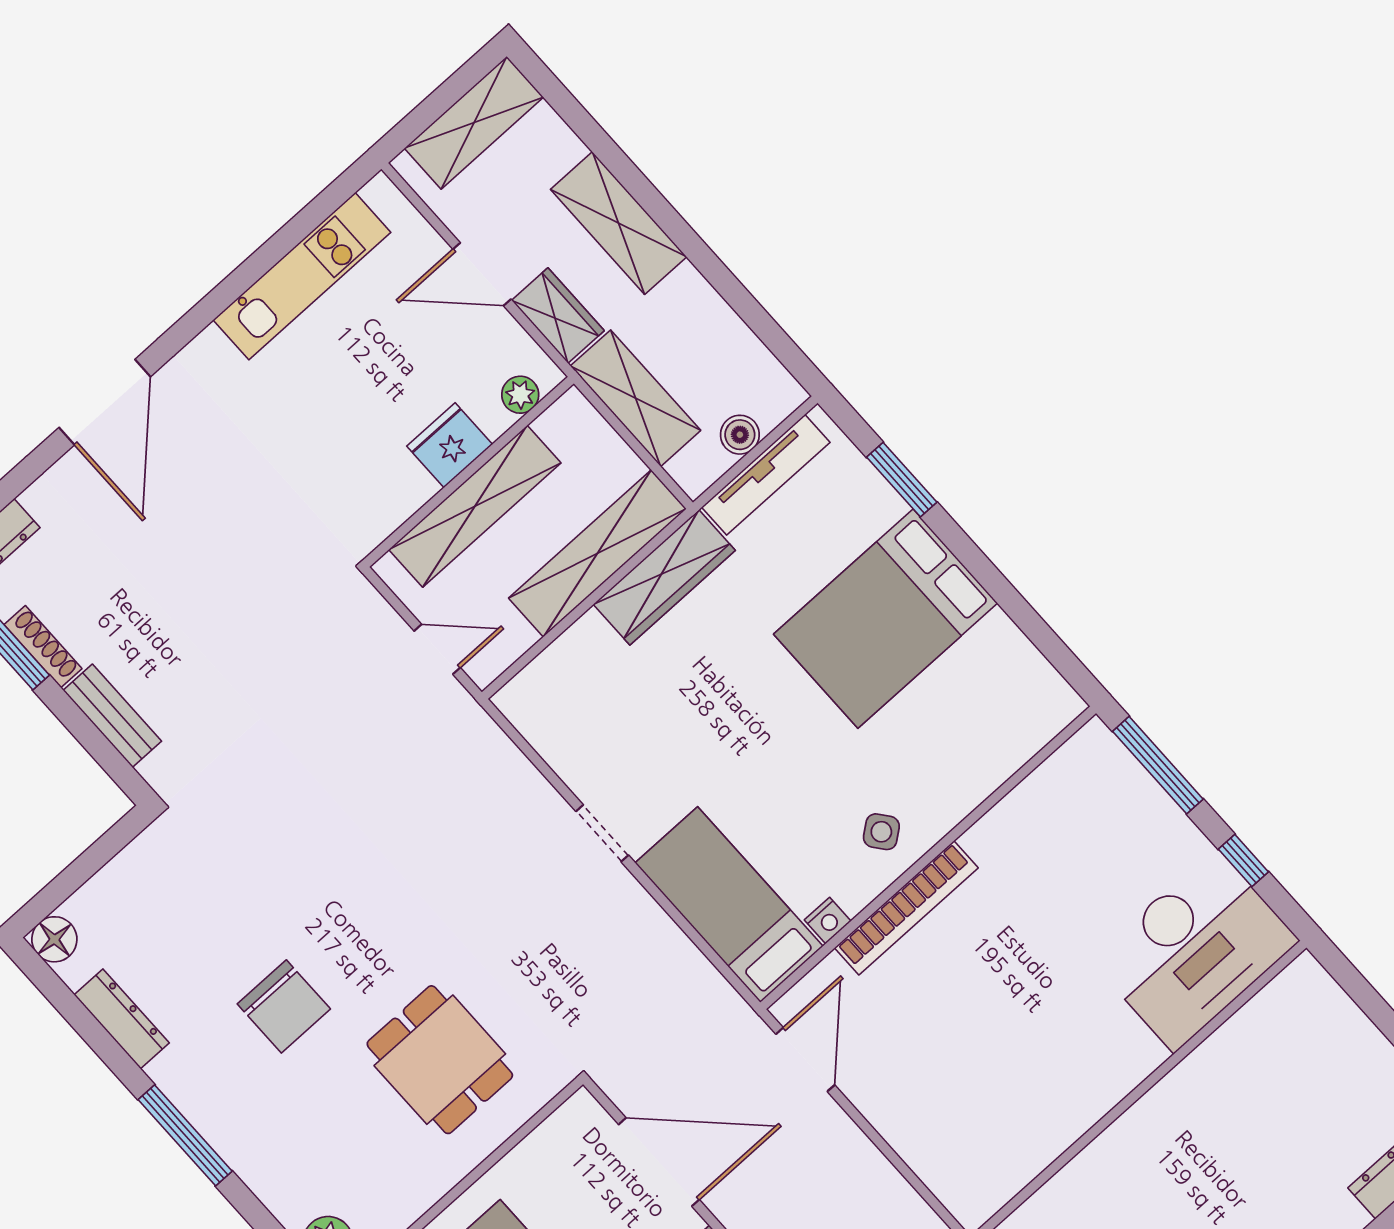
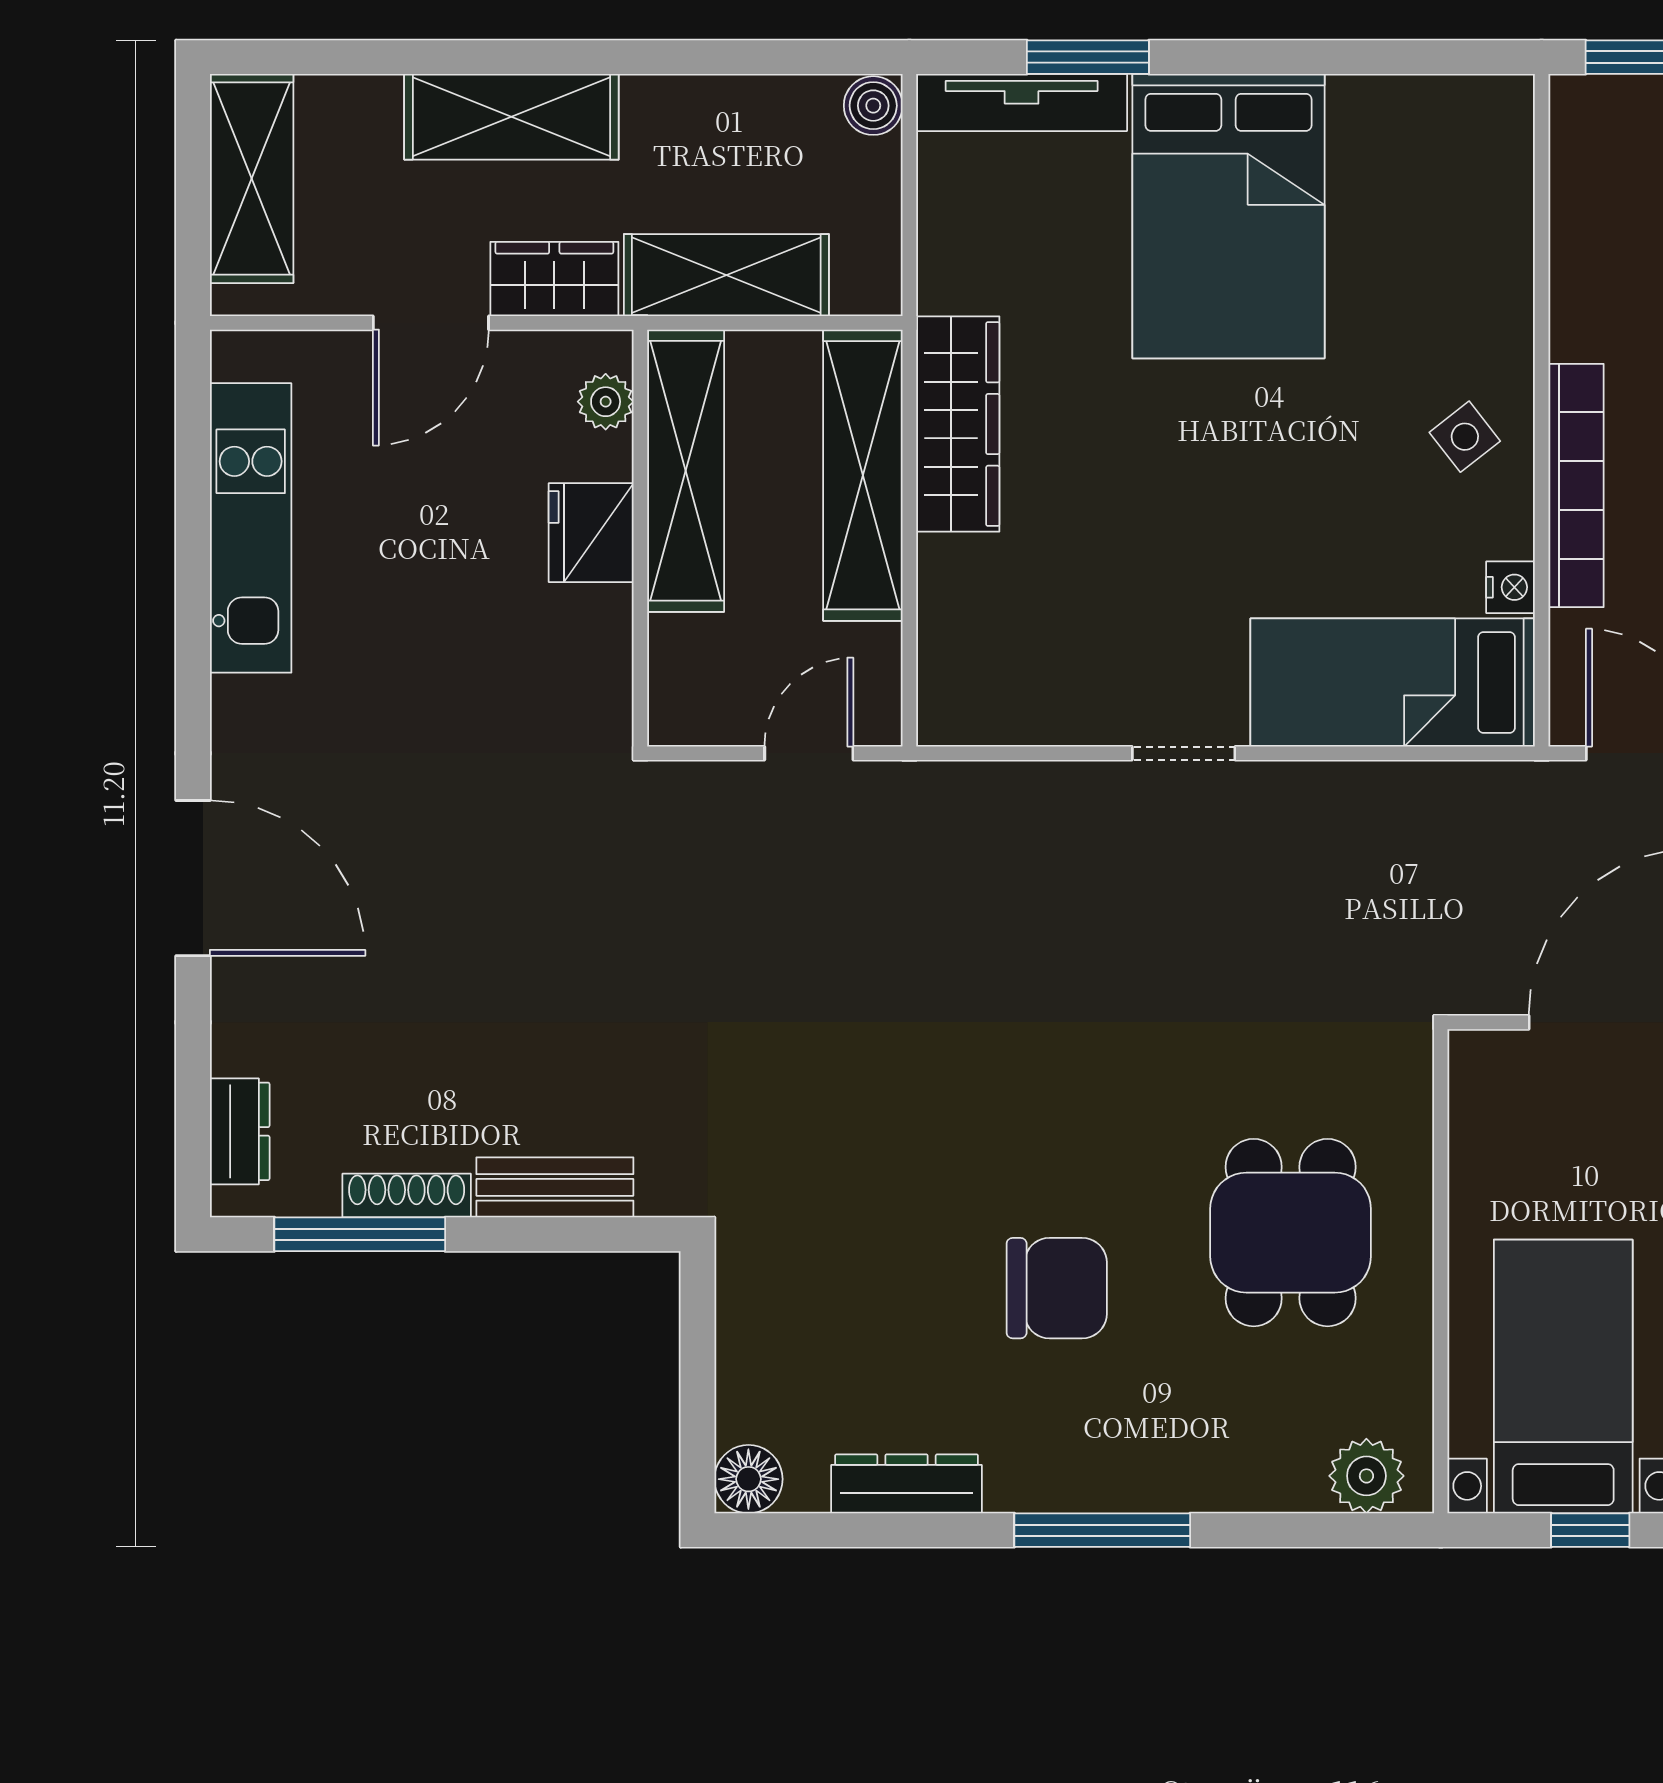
boiler: (740, 435) -> (873, 106), moved
tv unit: (766, 475) -> (1022, 102), moved, turned 90
shelving: (475, 506) -> (686, 471), moved
dining table: (440, 1060) -> (1291, 1233), moved, turned 90

